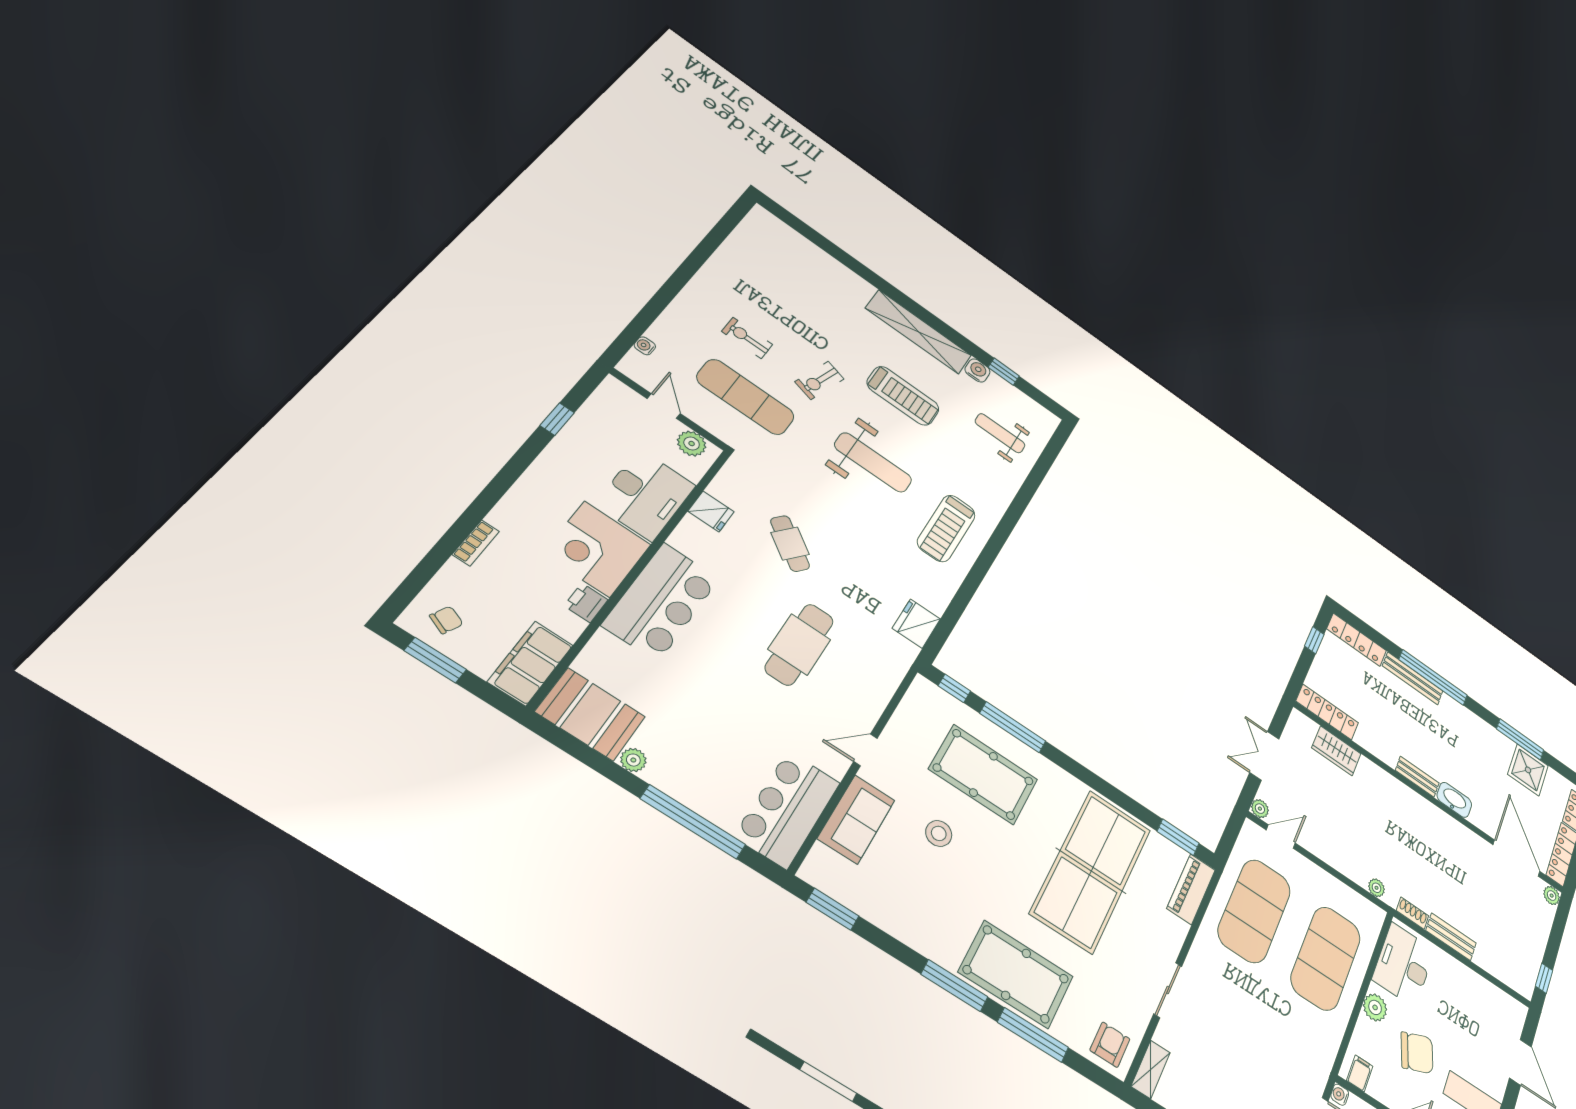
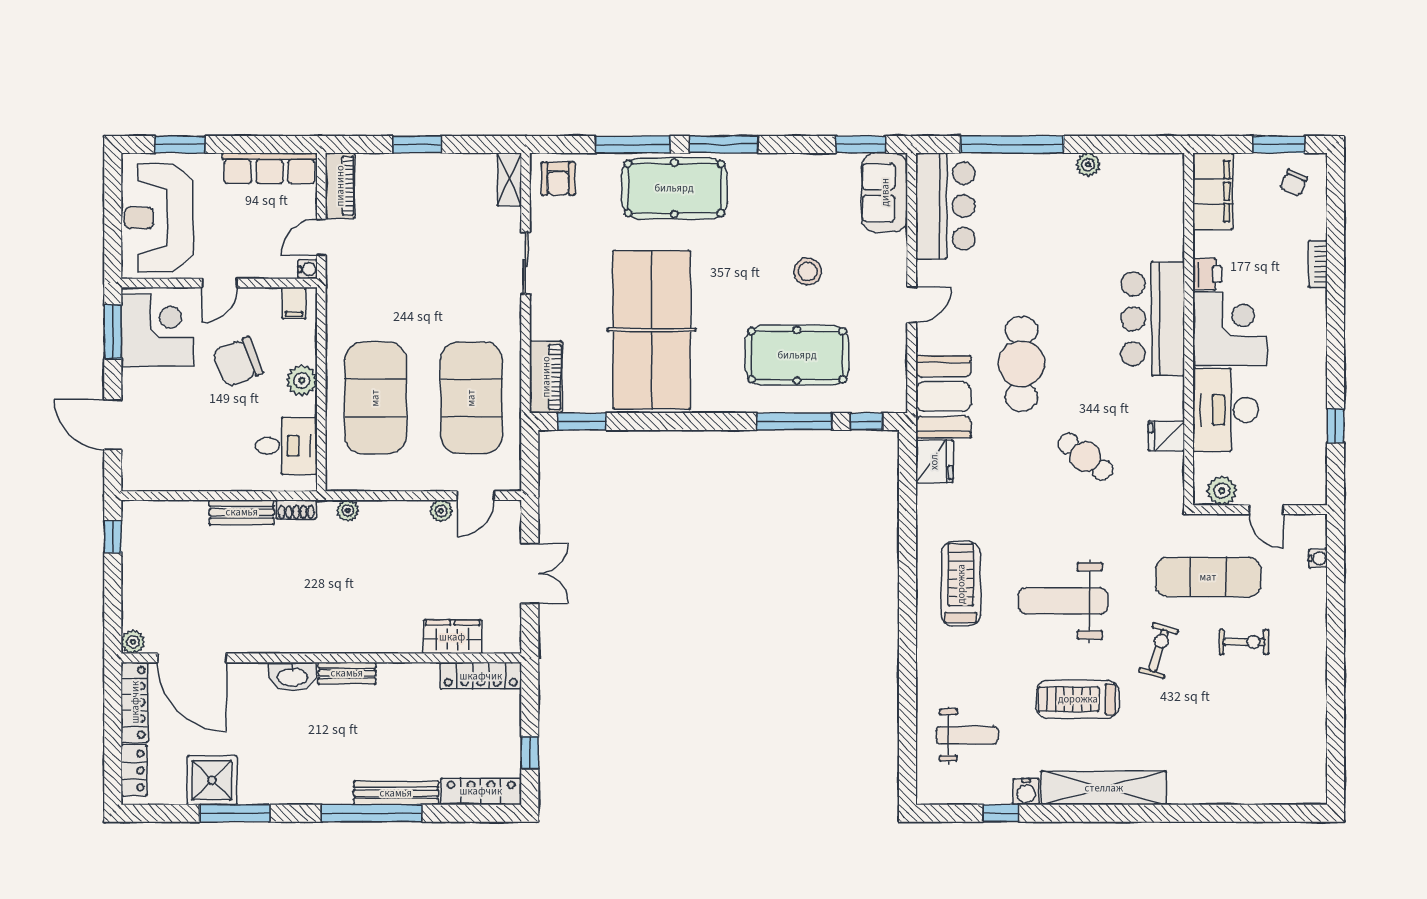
booth: (590, 714) -> (943, 397), moved, turned 90
plant: (1260, 809) -> (441, 511), moved
sofa: (856, 819) -> (885, 192), moved
desk: (1403, 965) -> (286, 446), width x0.73

